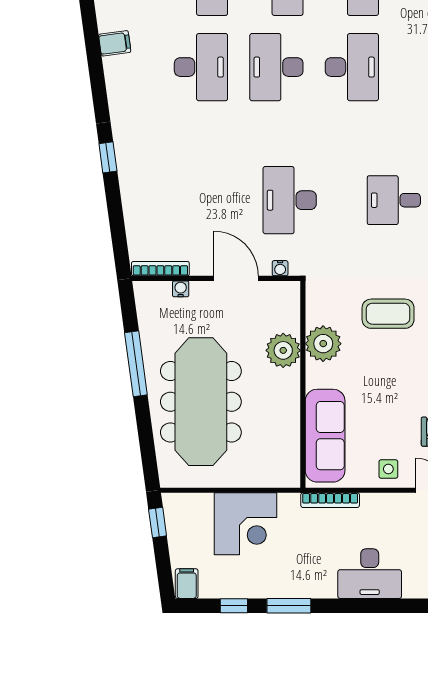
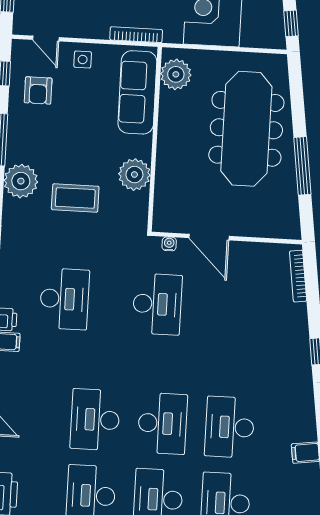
desk: (394, 200) -> (64, 299), width x1.37
bookcase: (160, 269) -> (298, 276), moved, turned 82
water cooler: (181, 289) -> (259, 230), removed
plant: (283, 350) -> (176, 74), moved

